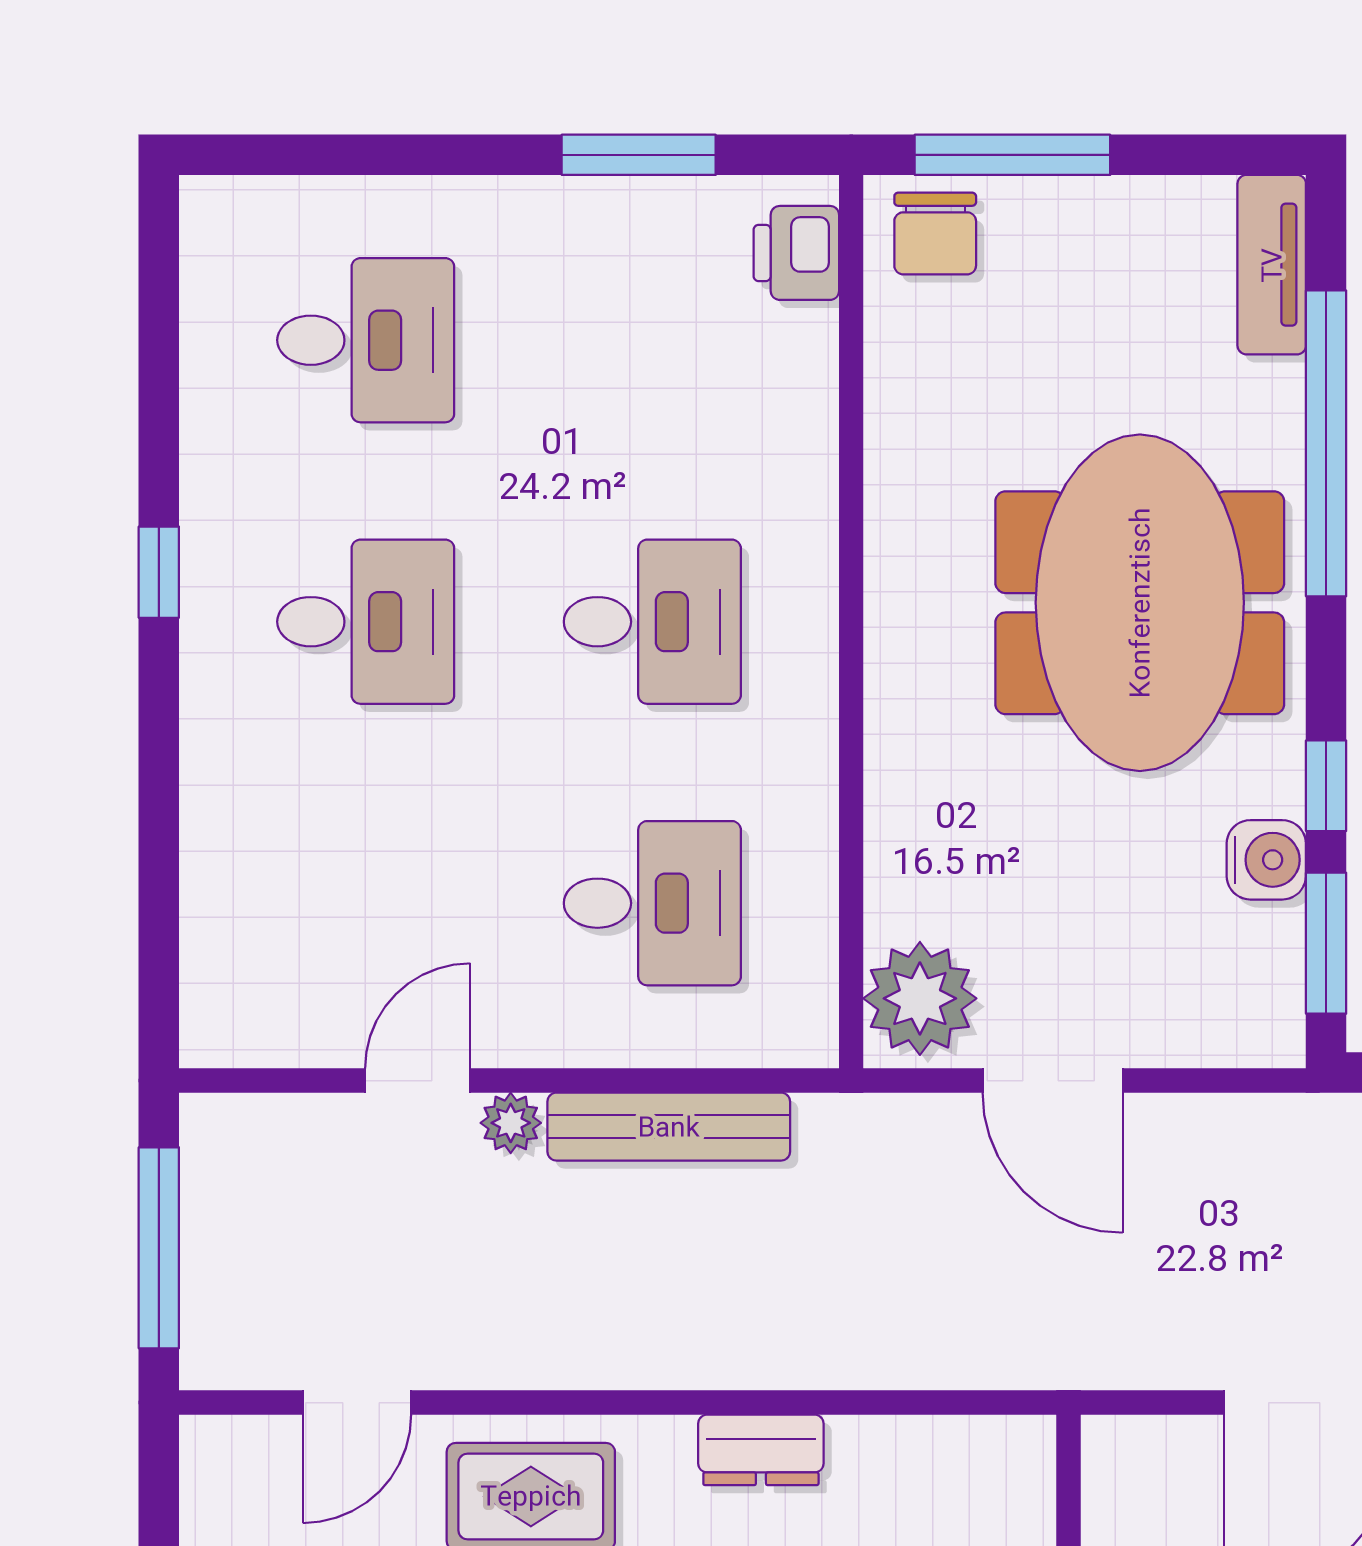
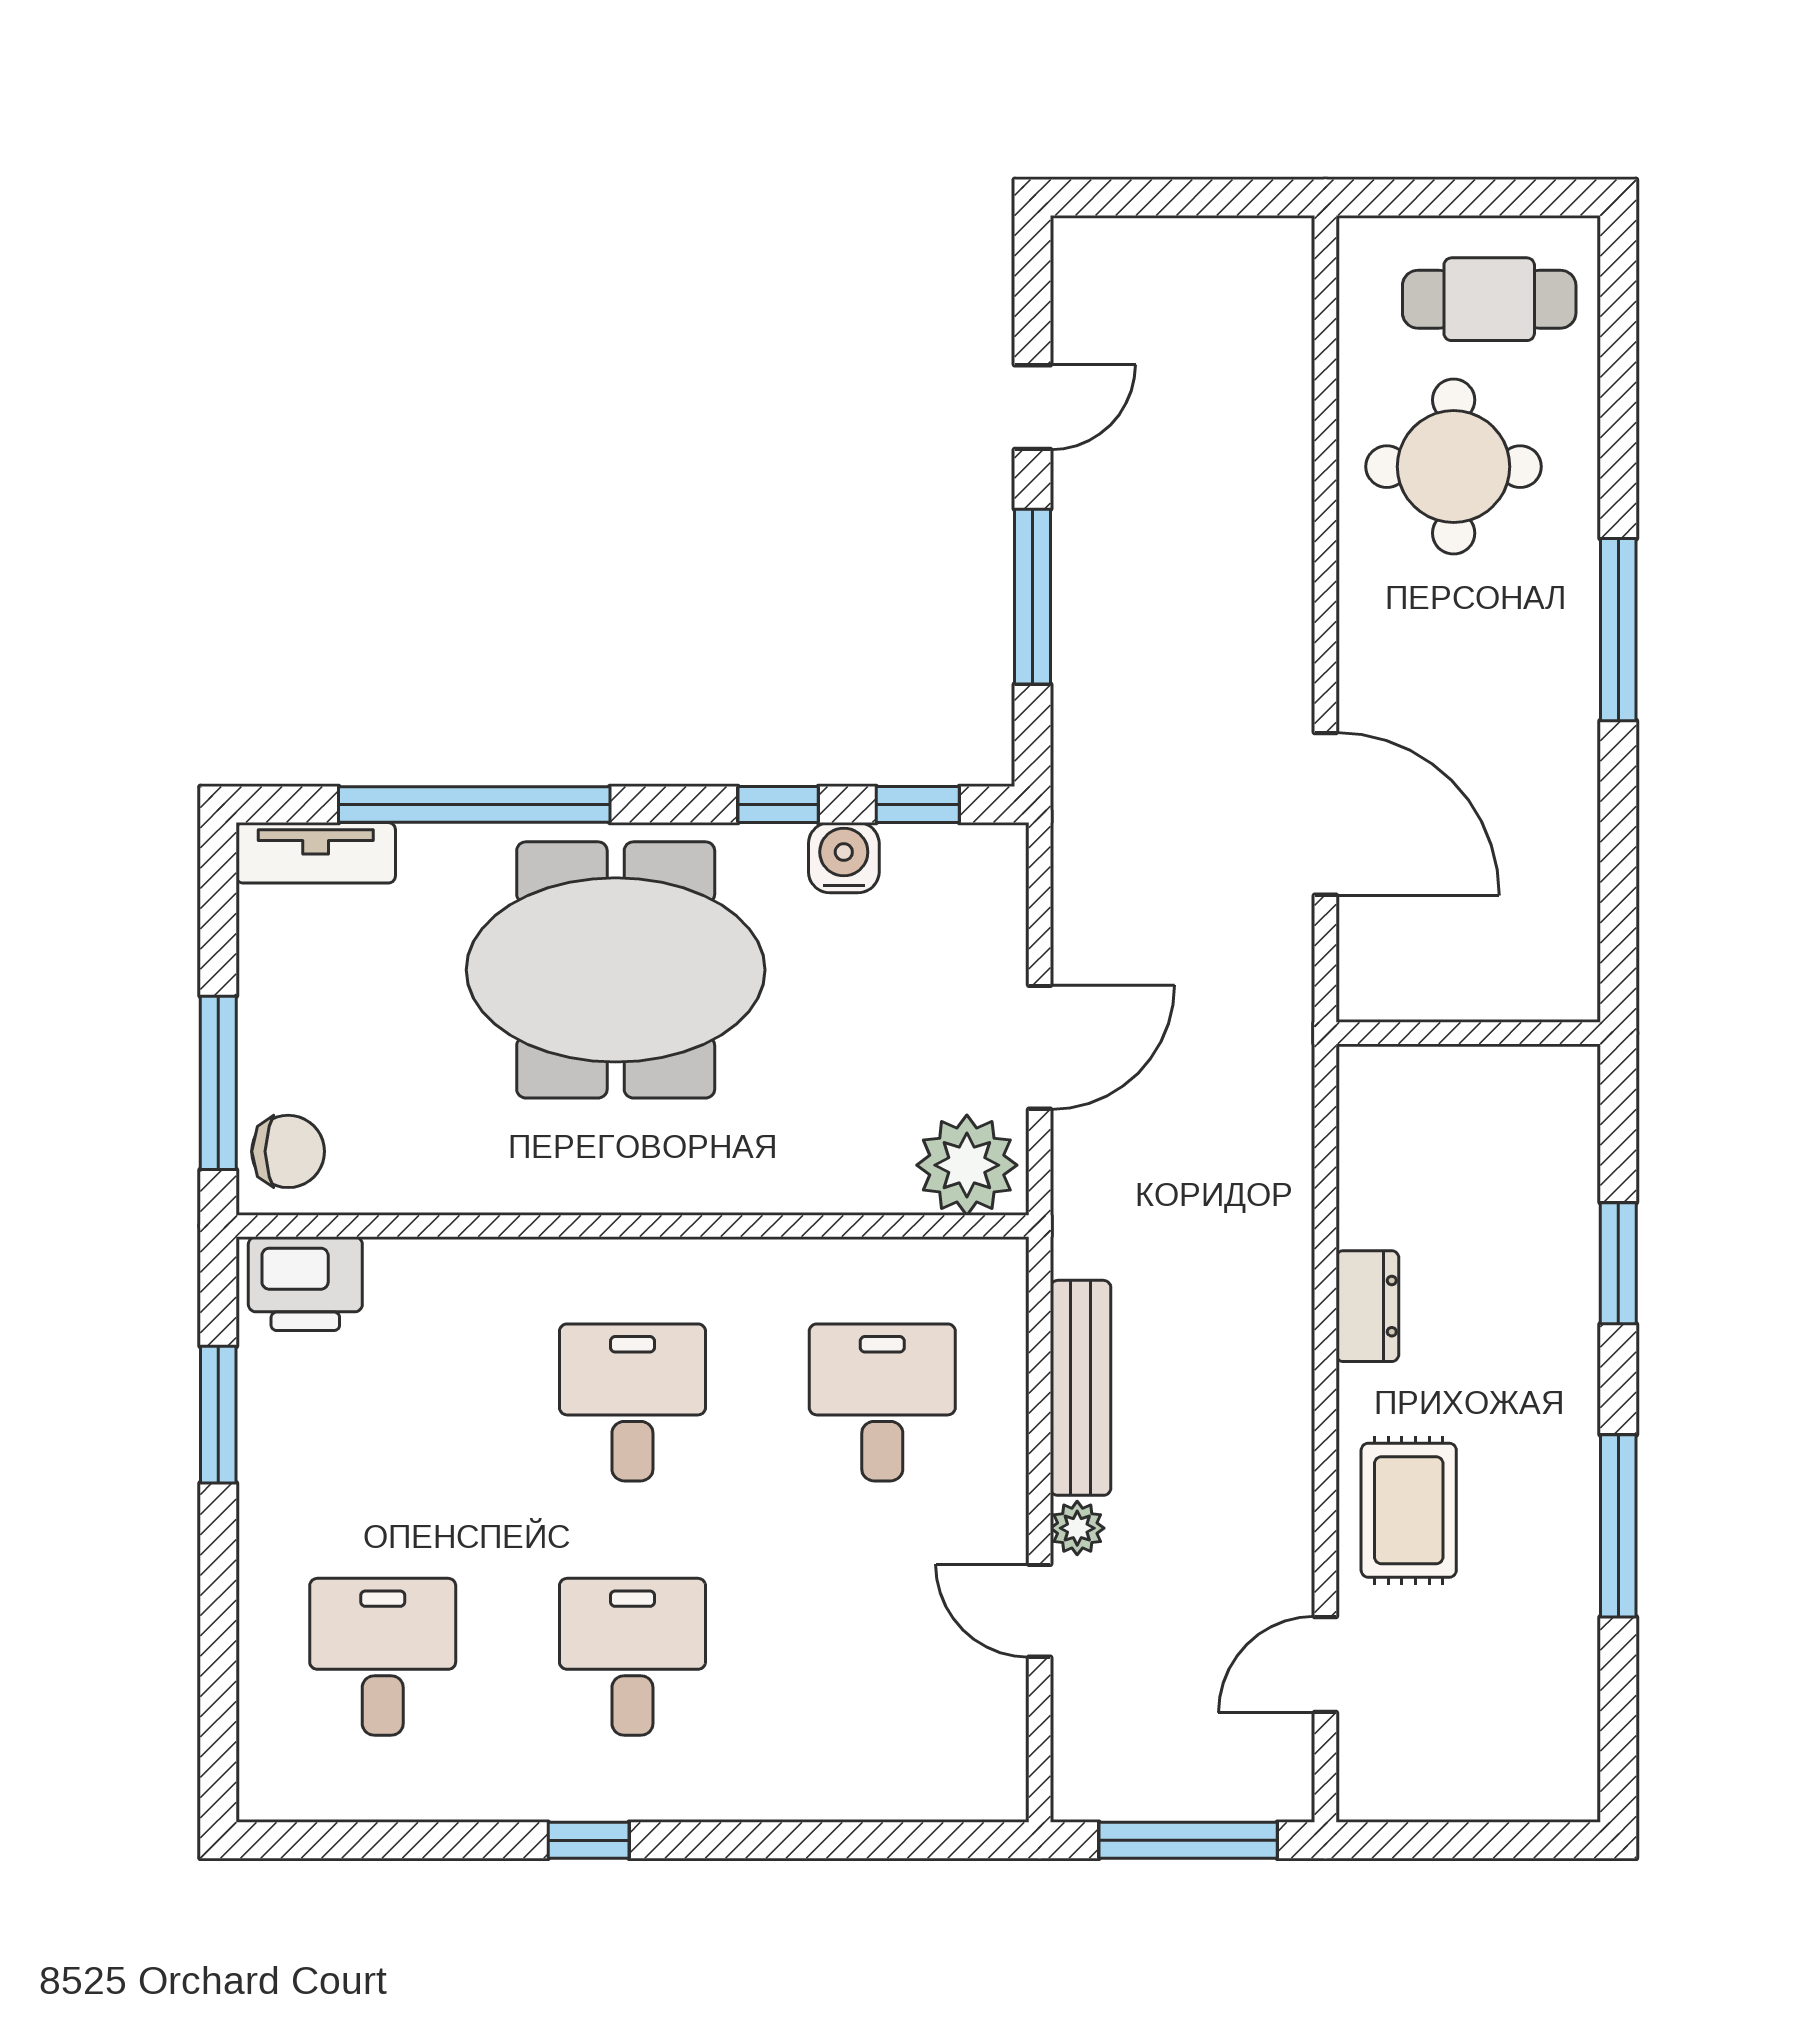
printer: (796, 253) -> (305, 1284), width x1.36, depth x1.24
window: (1326, 943) -> (918, 805), width x0.67
door: (357, 1403) -> (1325, 1664), swing flipped

